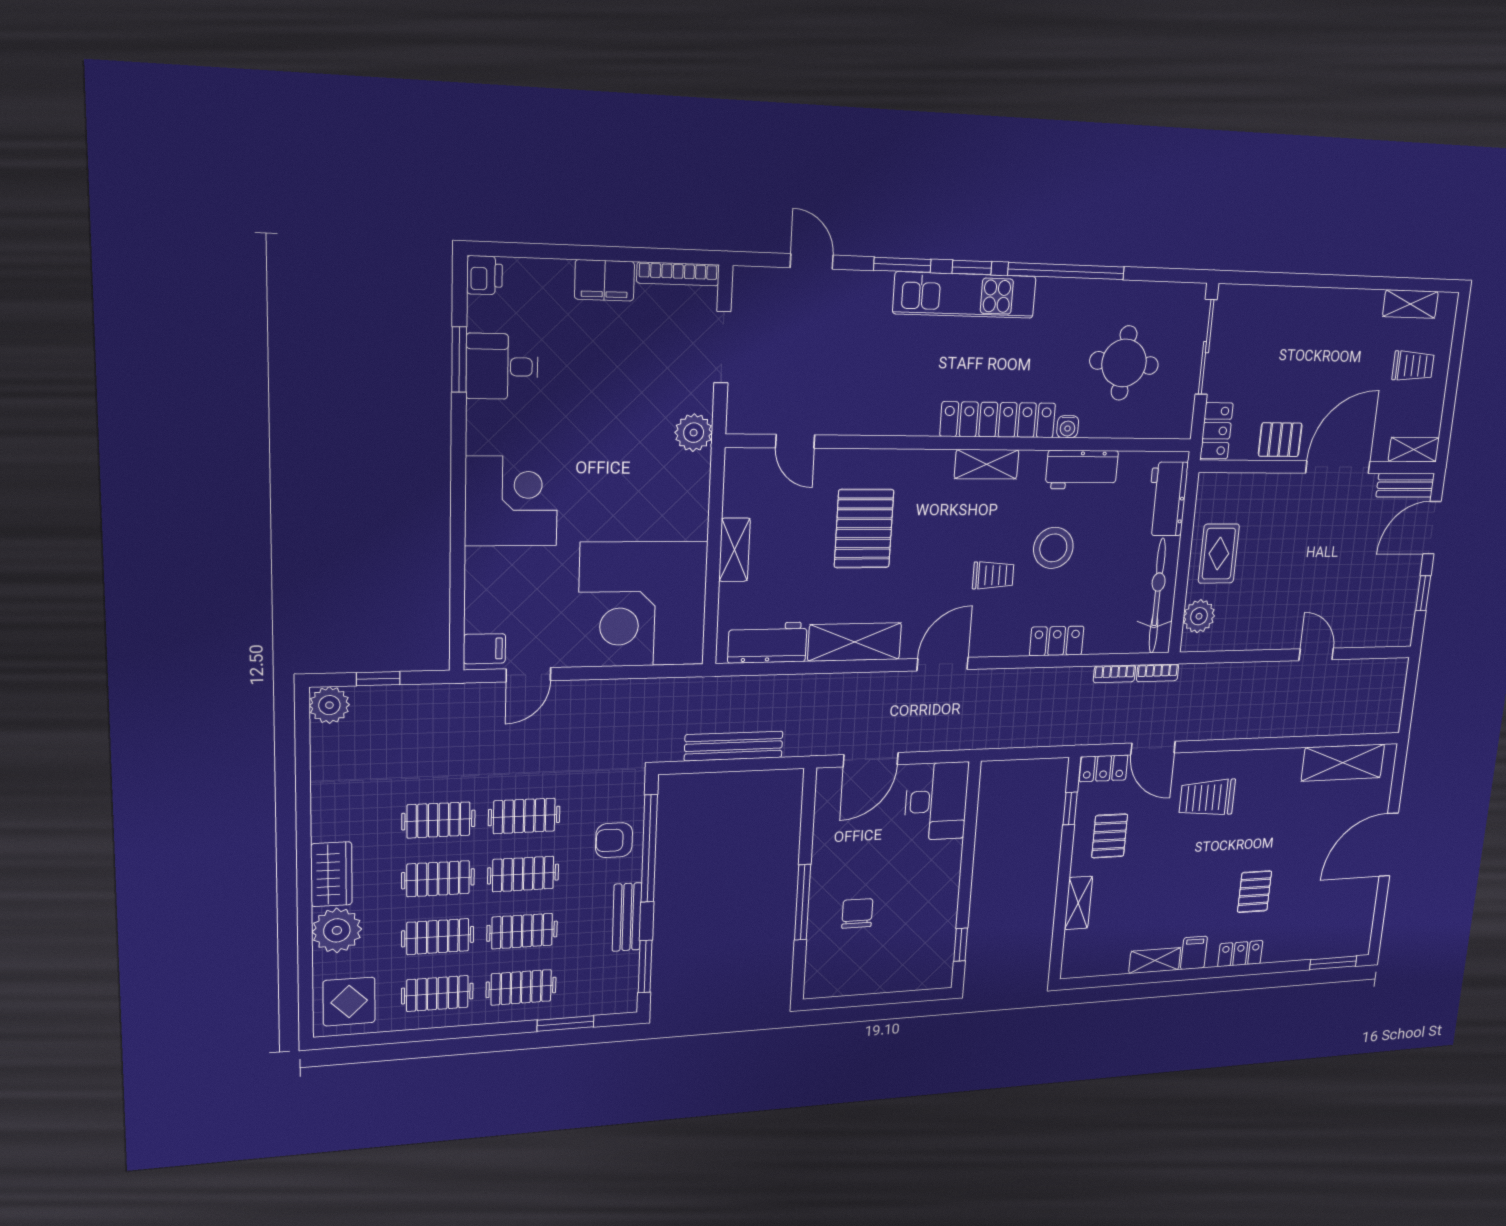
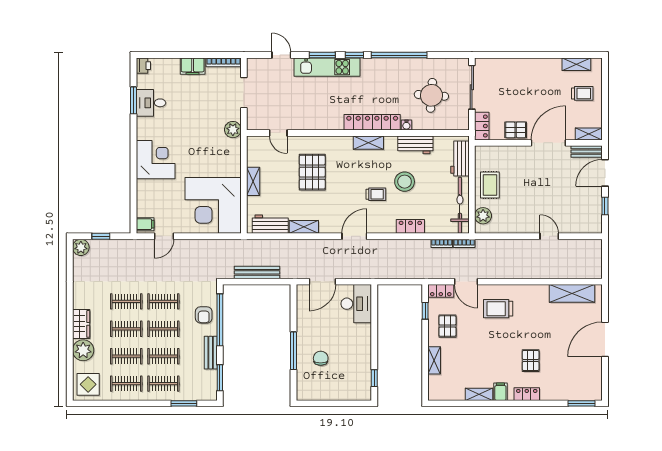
kitchen unit: (965, 295) -> (327, 67), moved
shelving: (855, 642) -> (304, 227), width x0.67, depth x0.75
armchair: (614, 840) -> (204, 315), turned -90

